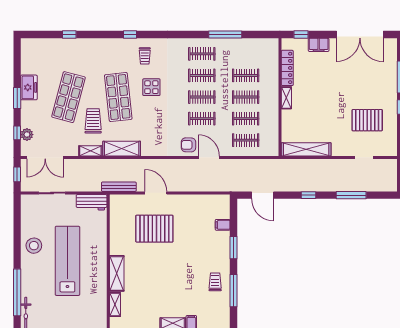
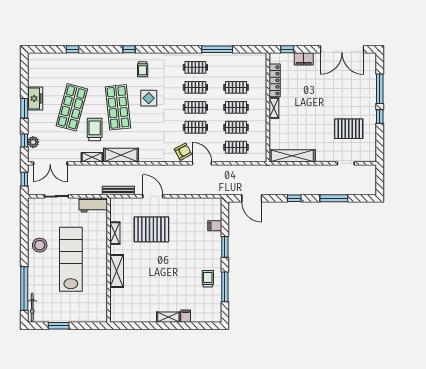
armchair: (188, 145) -> (183, 152), turned 151
shelving: (115, 304) -> (115, 233), moved

